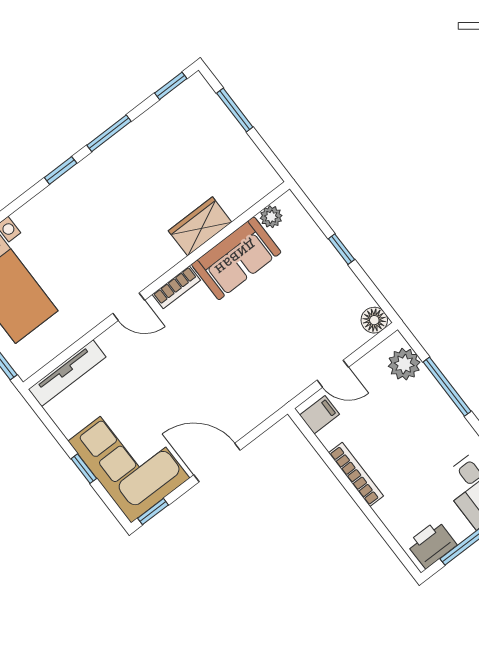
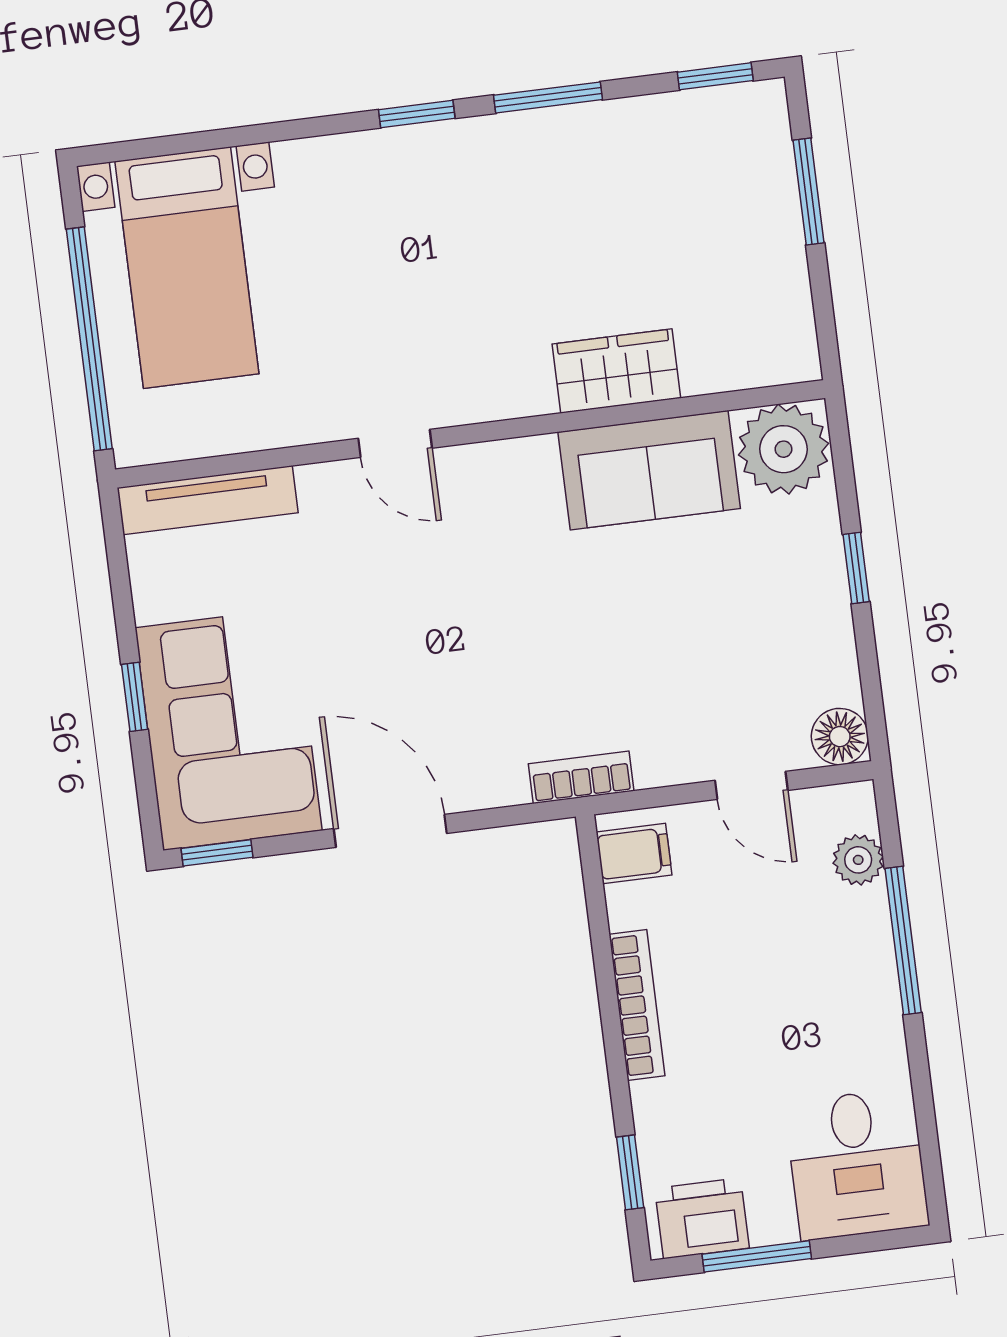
plant: (271, 217) -> (783, 449), width x1.88, depth x1.88
bookcase: (176, 287) -> (581, 777), moved, turned 180
plant: (404, 364) -> (858, 860), width x0.73, depth x0.73
door: (333, 374) -> (751, 785), moved
window: (392, 543) -> (630, 1172), added

